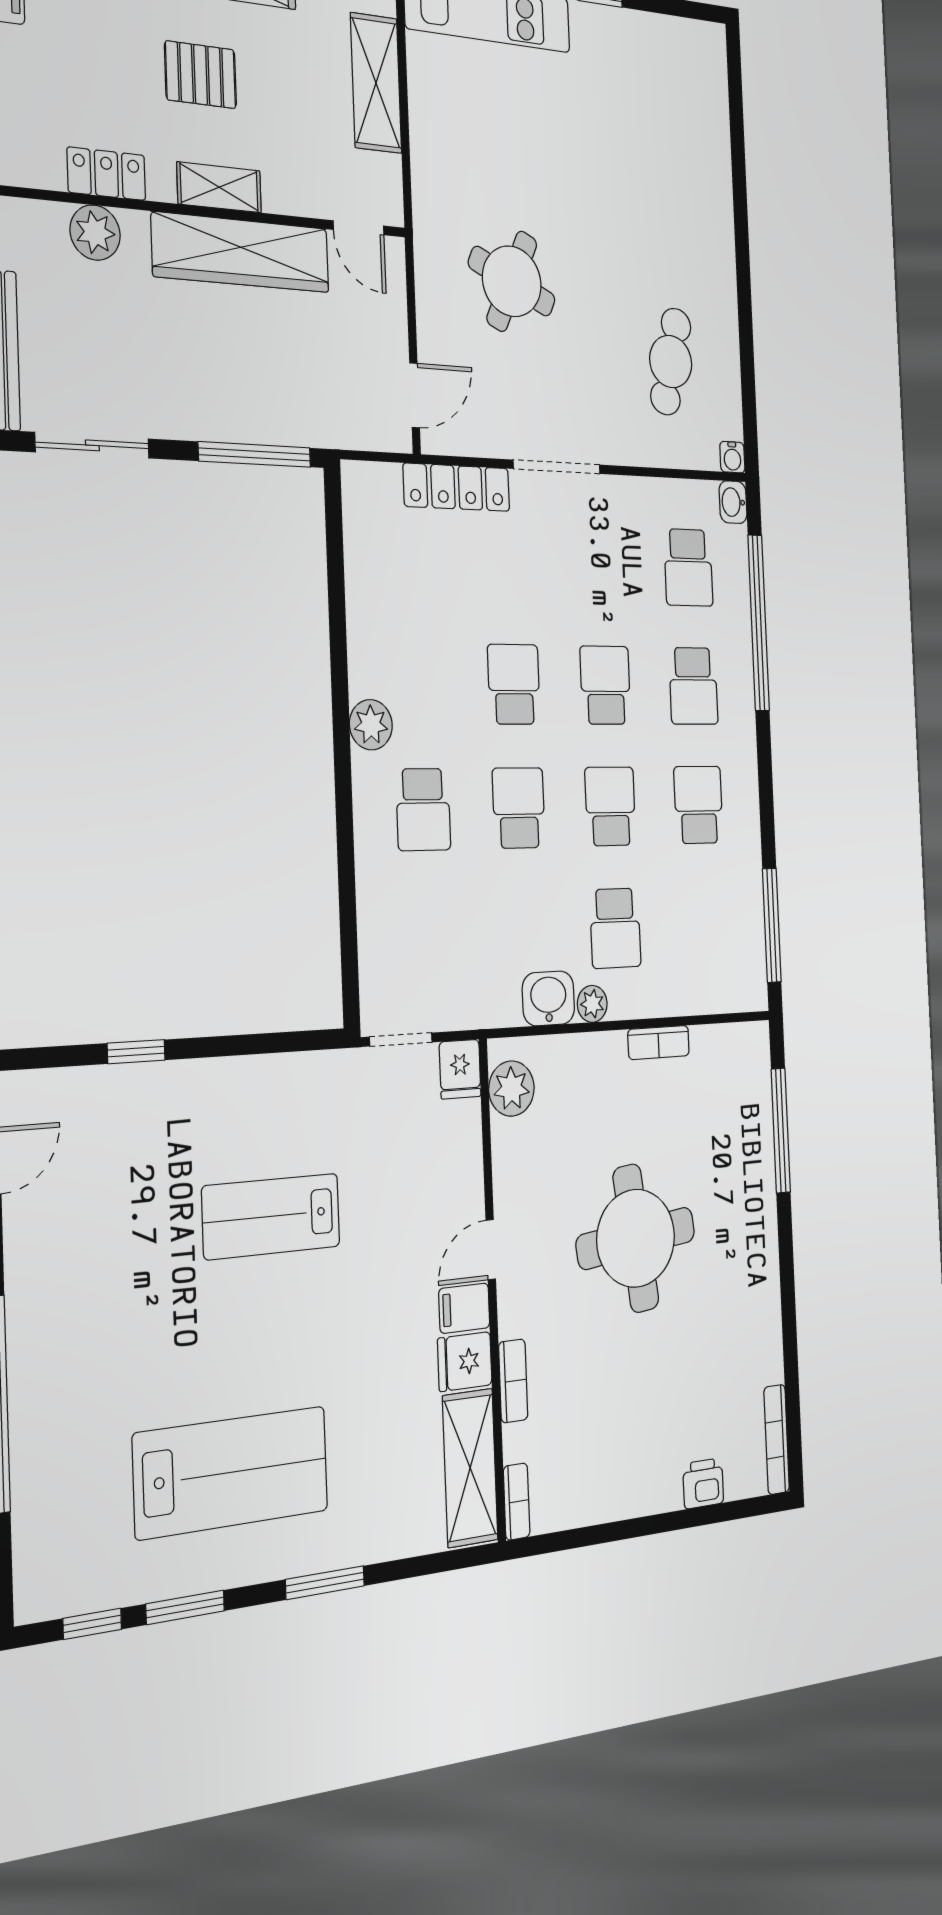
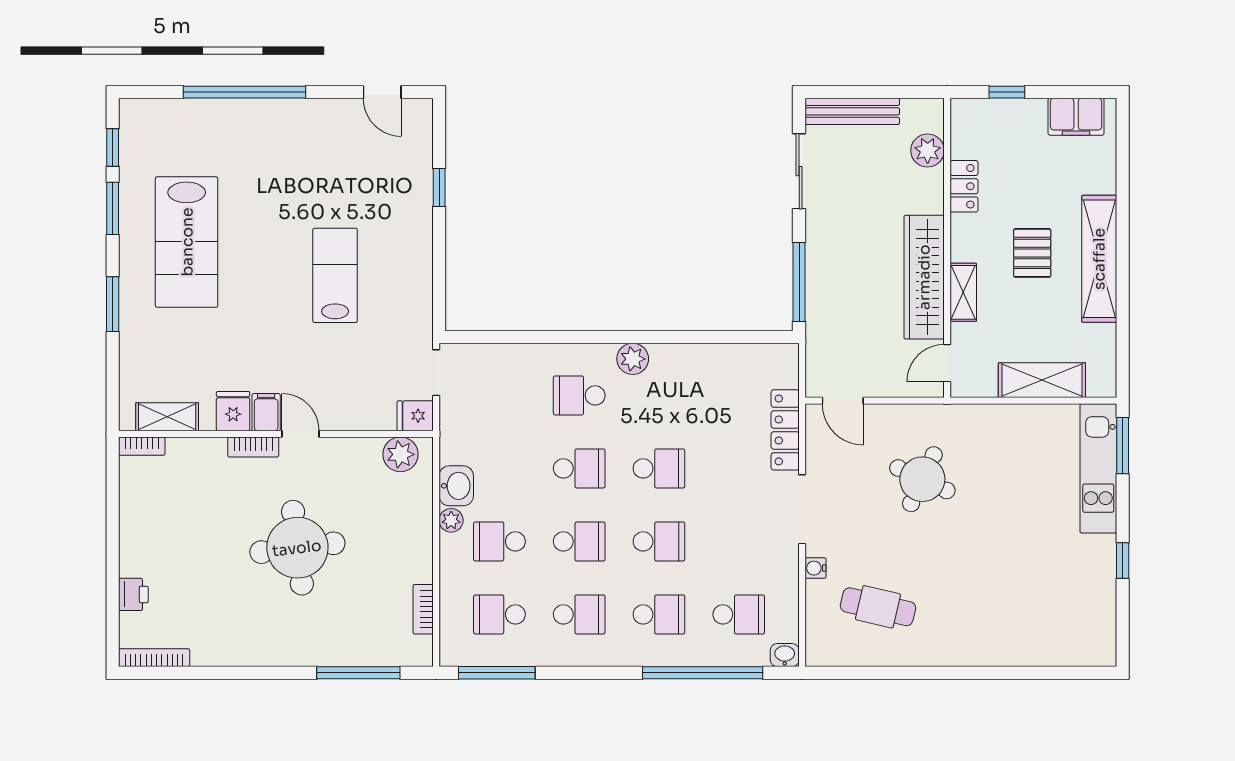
shelving: (219, 187) -> (963, 292), moved
plant: (95, 233) -> (928, 151), moved
water cooler: (732, 457) -> (816, 568), moved
school desk: (688, 568) -> (739, 614), turned 180
school desk: (693, 686) -> (659, 614), turned 180
school desk: (704, 924) -> (499, 614), added
bookcase: (659, 1042) -> (423, 609), moved
bookcase: (513, 1381) -> (253, 447), moved
shelving: (470, 1468) -> (167, 417), width x0.67, depth x0.75

